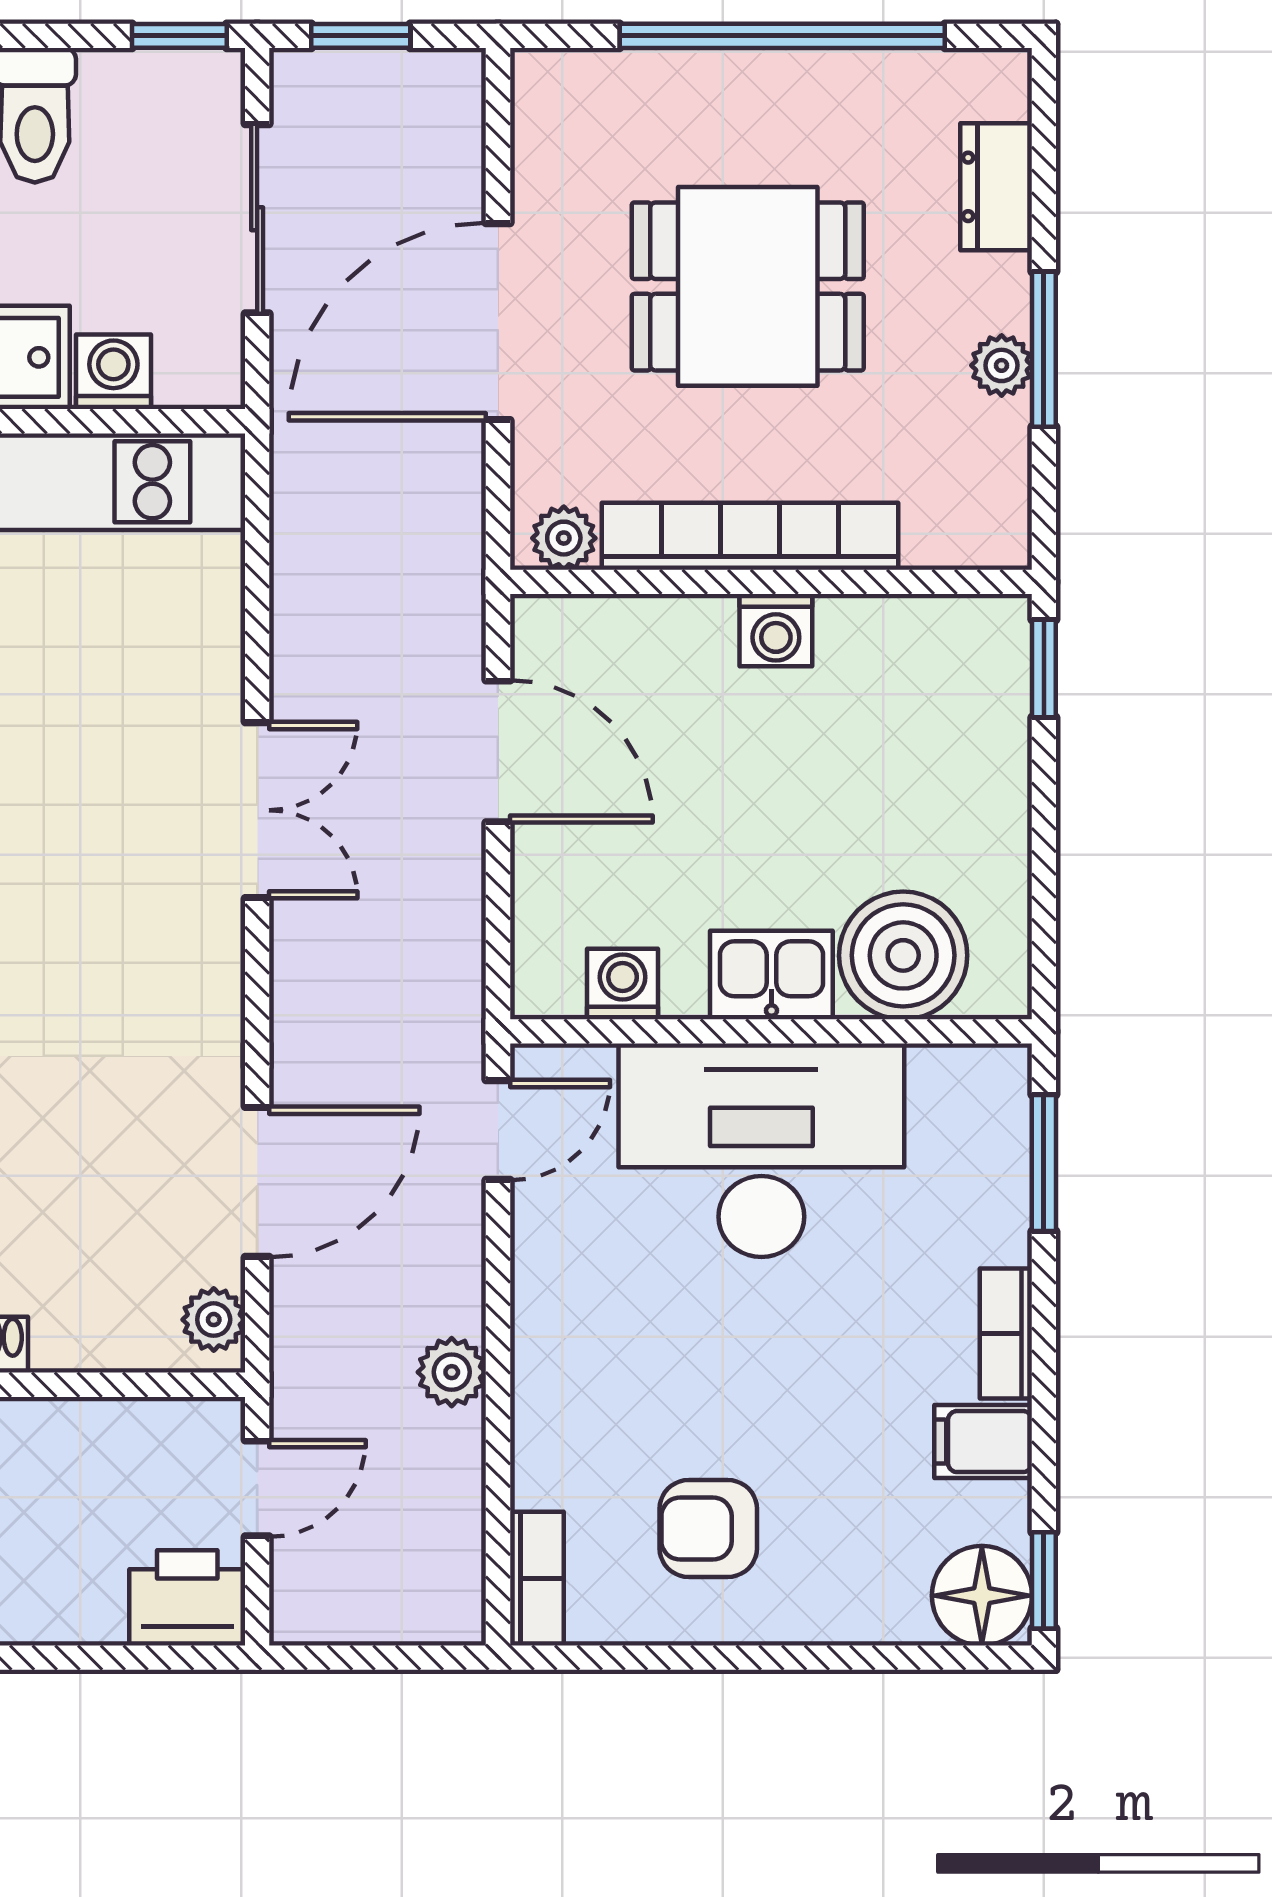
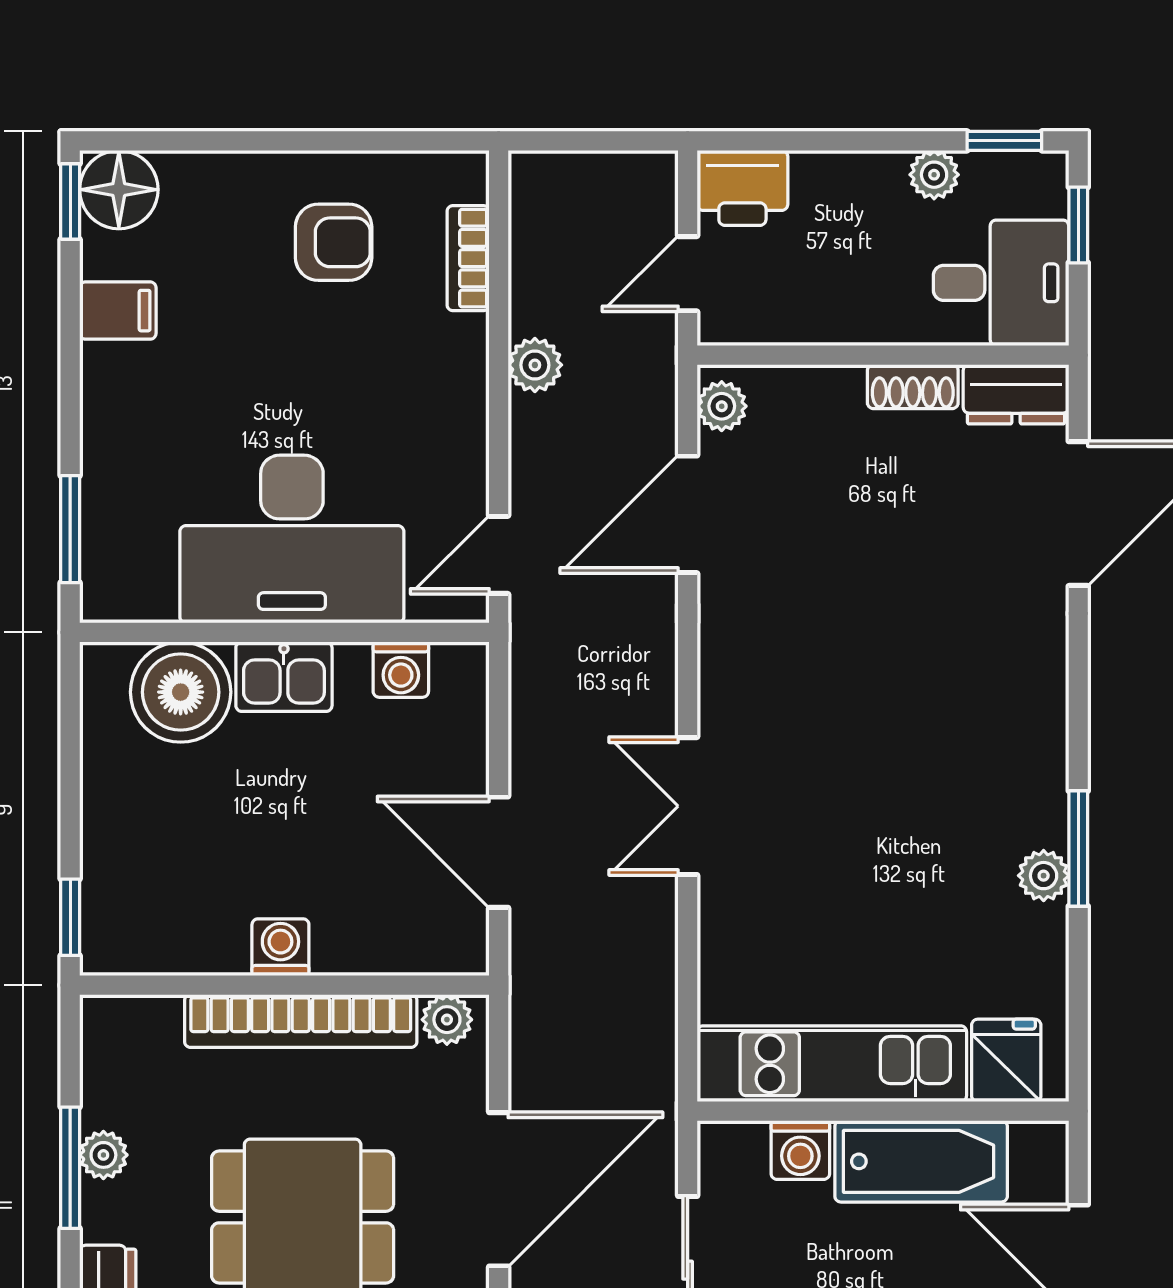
bookcase: (1006, 1334) -> (100, 395), removed
bookcase: (537, 1579) -> (468, 258), moved

